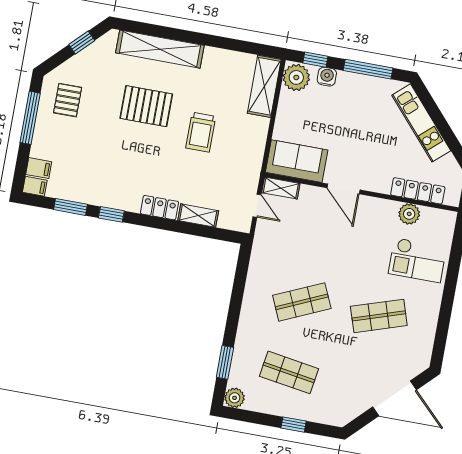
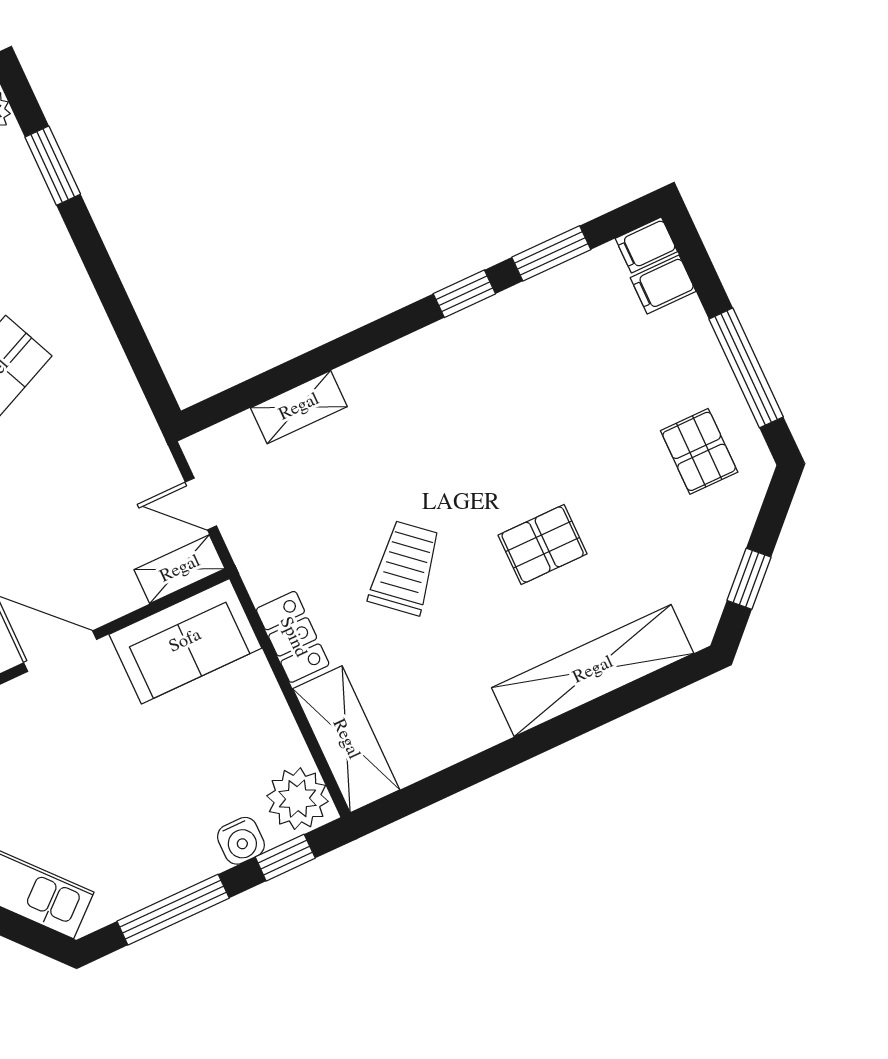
pallet: (146, 106) -> (543, 545), width x0.67, depth x0.71
trolley: (201, 132) -> (405, 568), turned 41
locker: (159, 208) -> (293, 637), moved, turned -90

